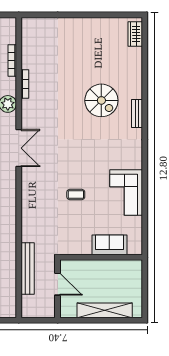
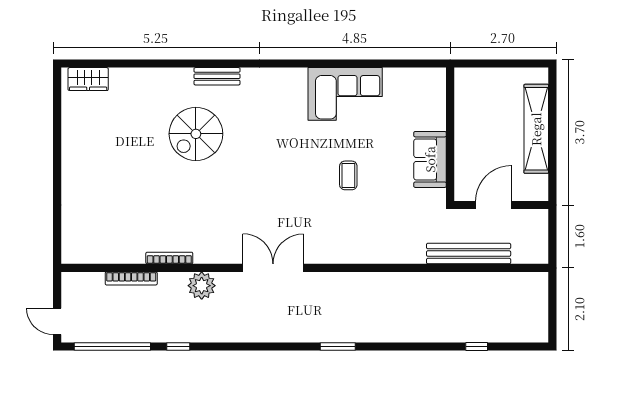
spiral stairs: (101, 100) -> (196, 134), turned 180
sofa: (109, 245) -> (430, 159), moved

